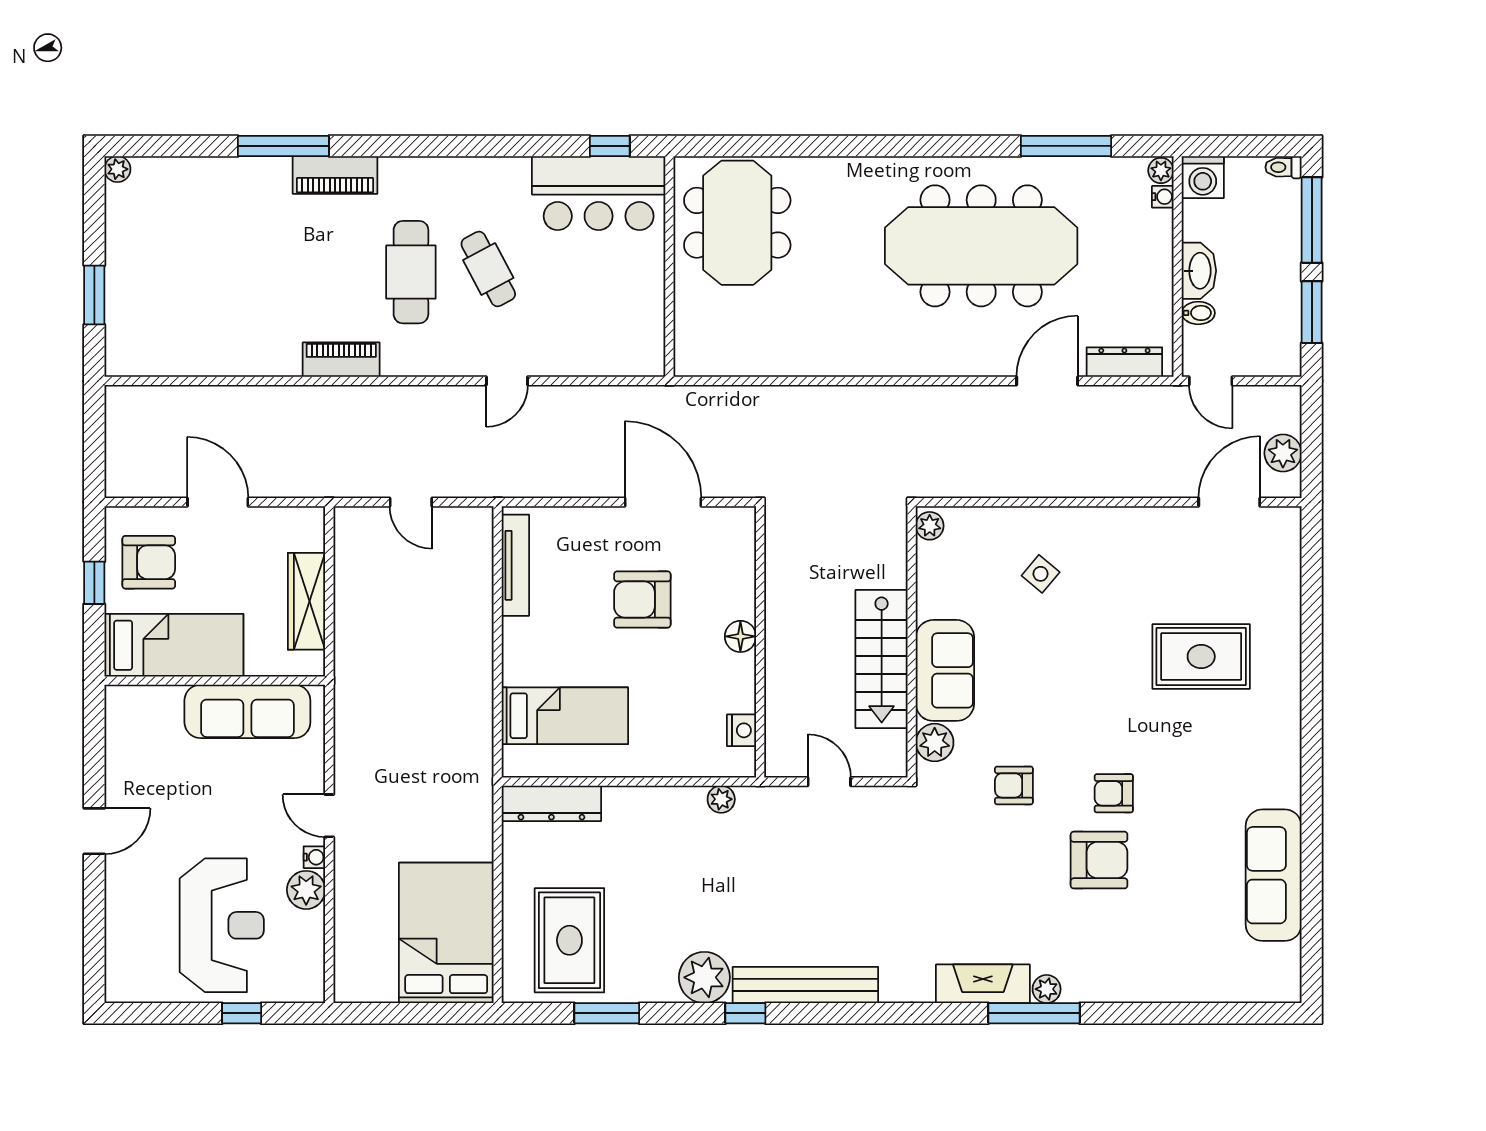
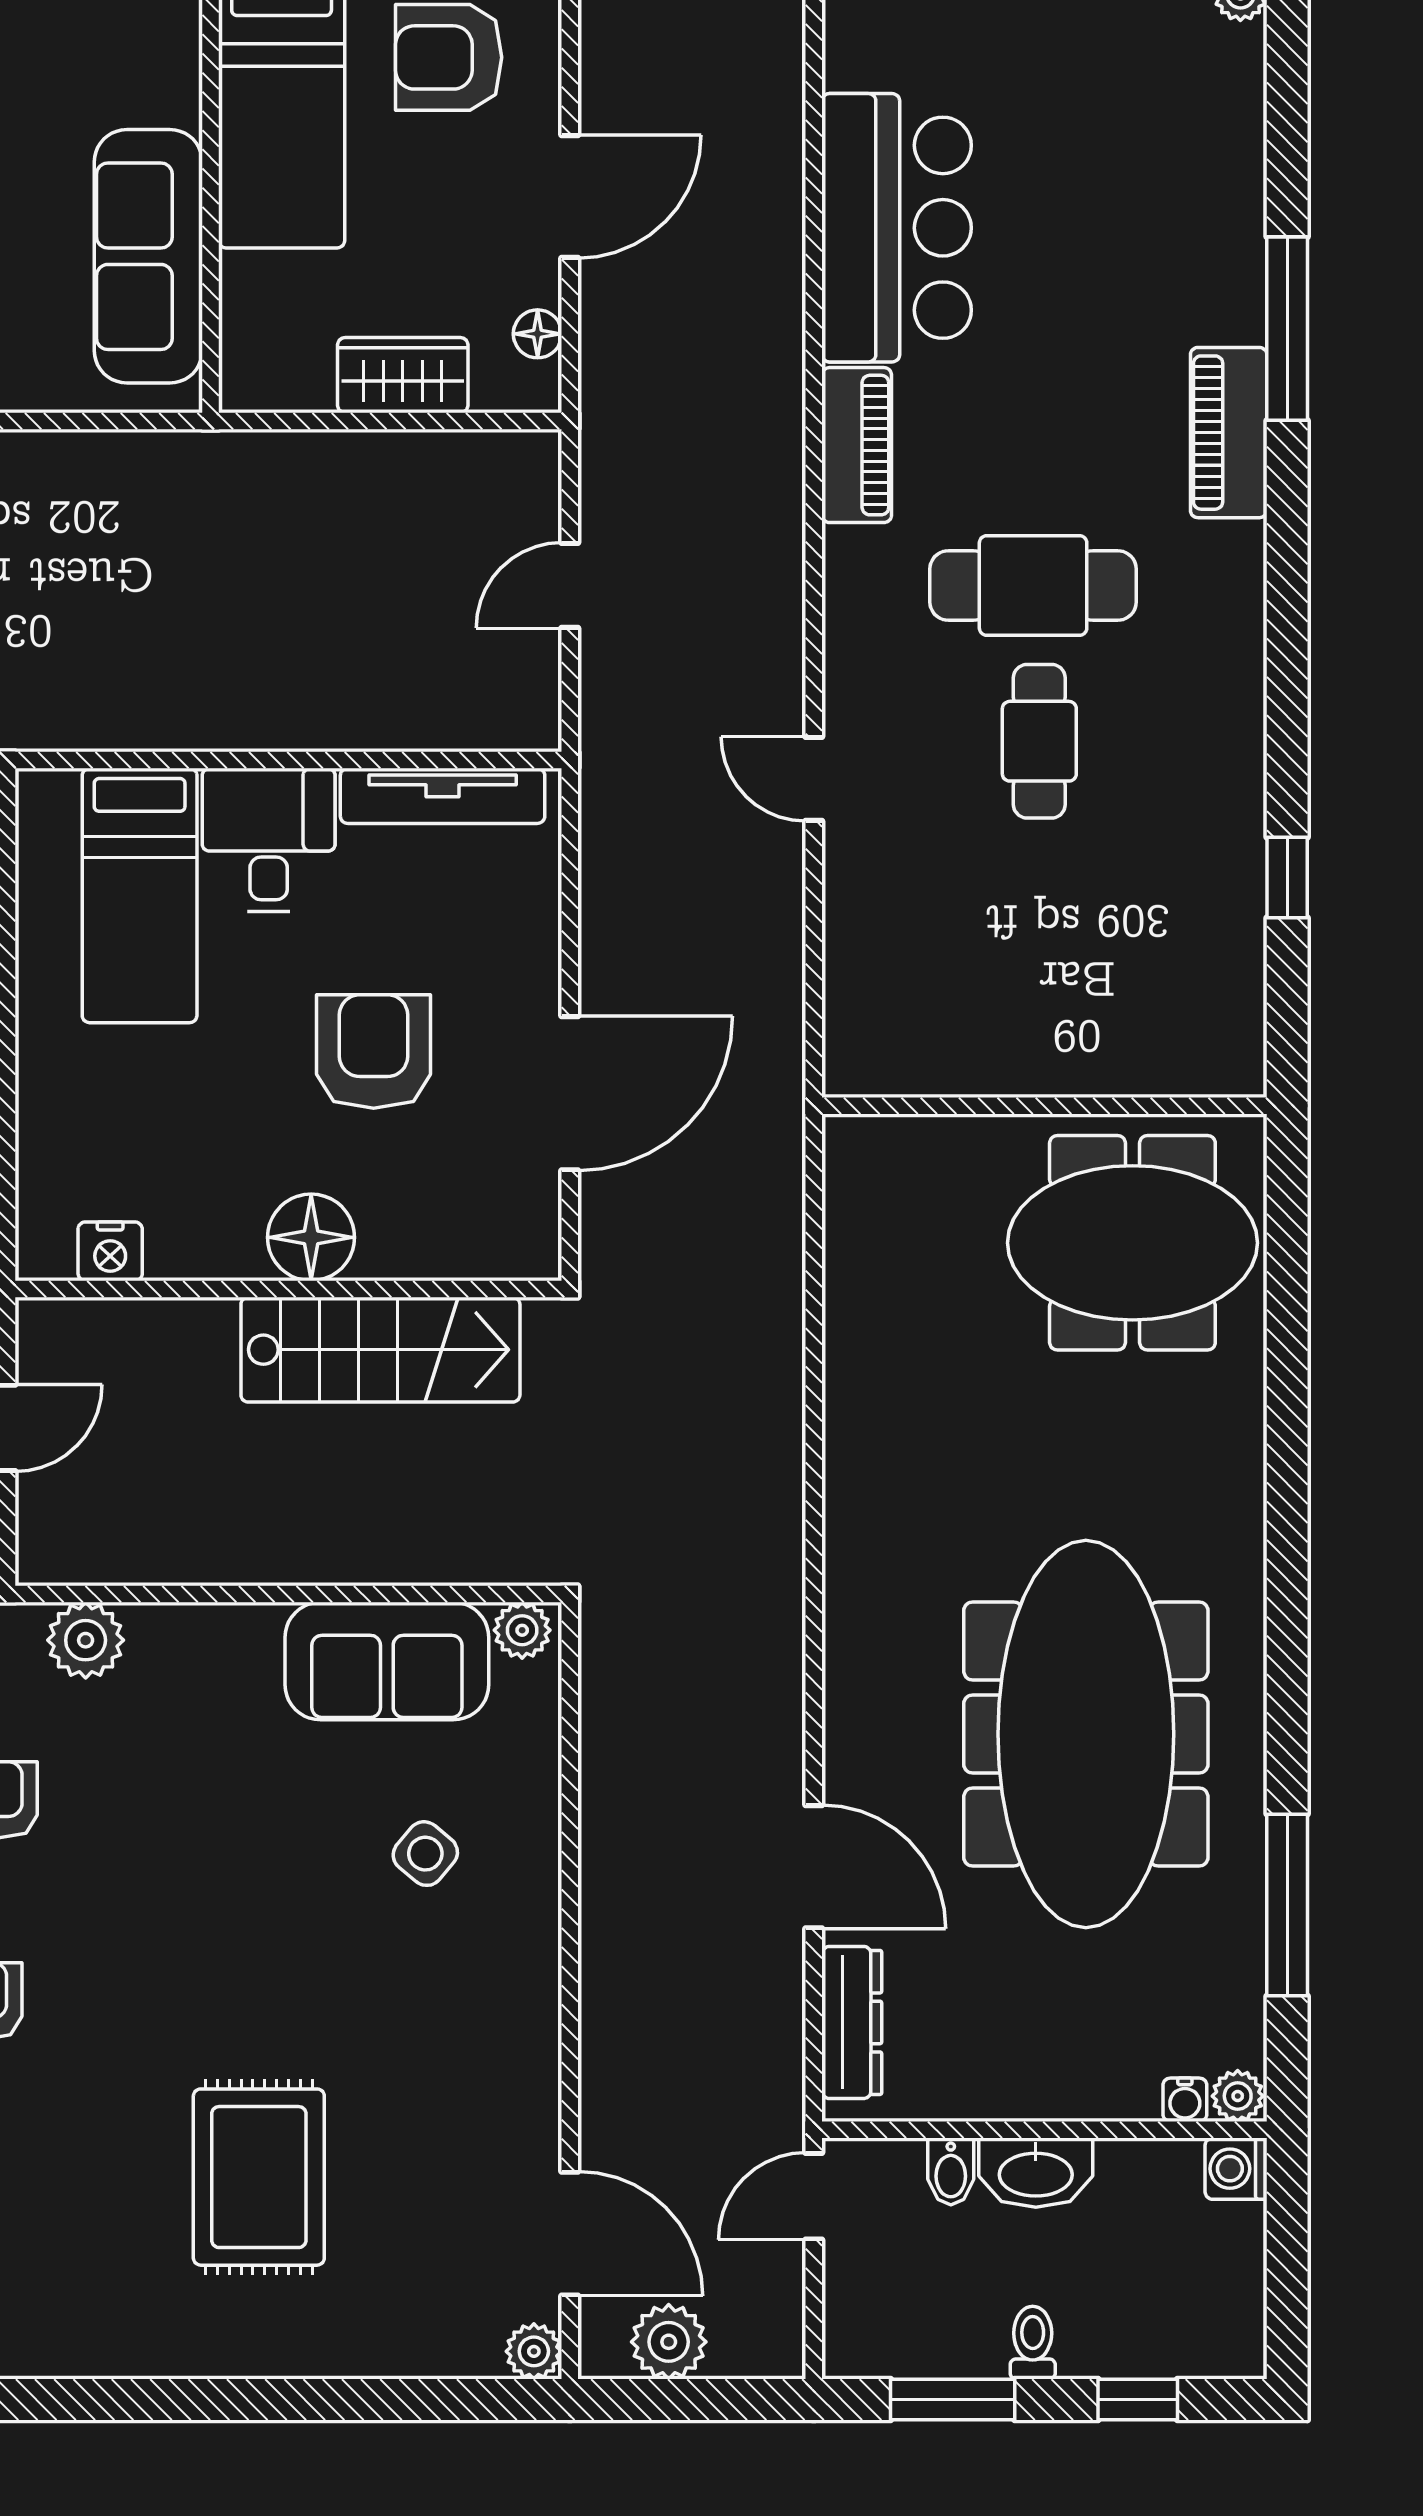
window: (610, 146) -> (1287, 878), moved
toilet: (1283, 167) -> (1033, 2343), moved
washing machine: (1203, 177) -> (1236, 2169), width x0.73, depth x0.73
bar counter: (599, 193) -> (897, 228), moved, turned 180
window: (1312, 220) -> (1138, 2400), width x0.46
cafe table: (488, 269) -> (1039, 741), turned -62
floor lamp: (286, 518) -> (538, 334), added
plant: (1288, 520) -> (534, 2351), added
armchair: (149, 562) -> (449, 57), turned 90
wardrobe: (306, 601) -> (403, 375), width x0.67
floor lamp: (740, 636) -> (311, 1237), width x1.38, depth x1.38
desk: (537, 652) -> (269, 840), added
stairs: (882, 659) -> (380, 1350), moved, turned 180
sofa: (945, 670) -> (387, 1661), moved

